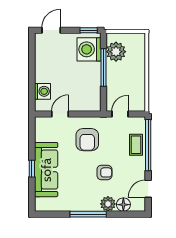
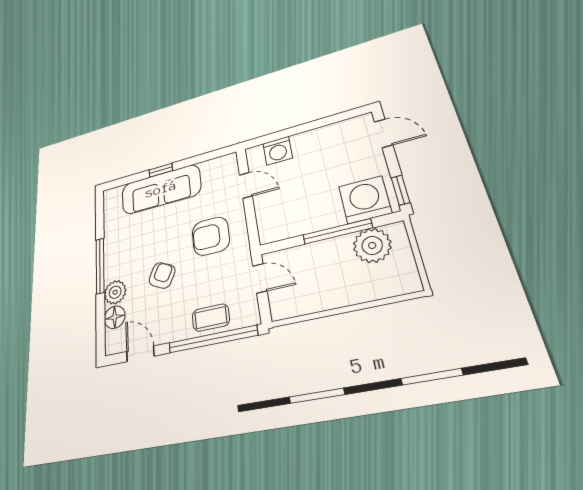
armchair: (104, 172) -> (162, 275), turned -153

